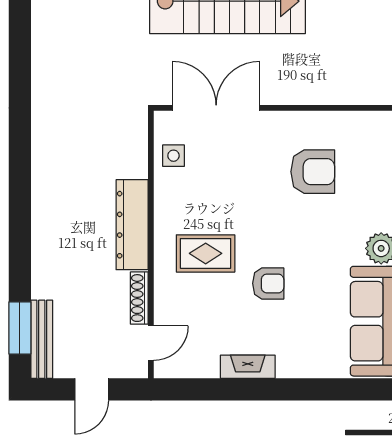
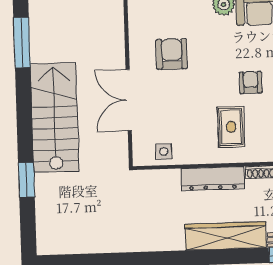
double door: (216, 108) -> (129, 100), moved
wardrobe: (49, 240) -> (225, 236), added

